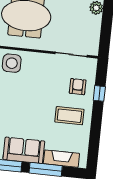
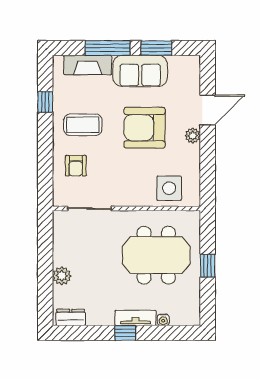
window: (99, 93) -> (45, 102), moved
armchair: (25, 109) -> (144, 128), added

